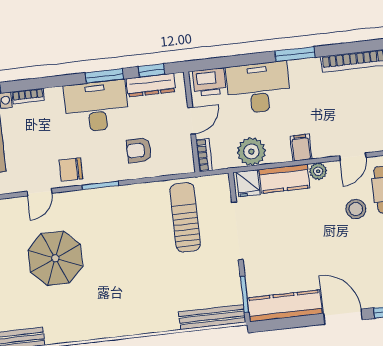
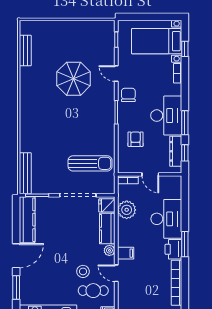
printer: (209, 82) -> (173, 249), moved
filing cabinet: (301, 148) -> (126, 253), moved

